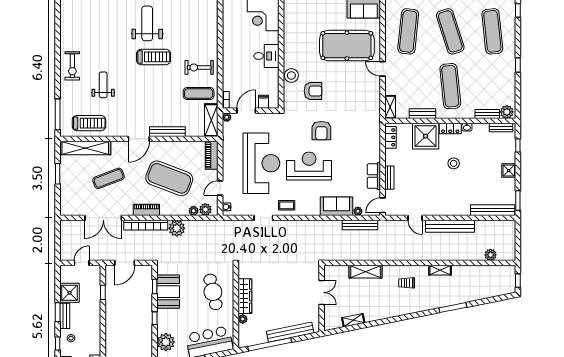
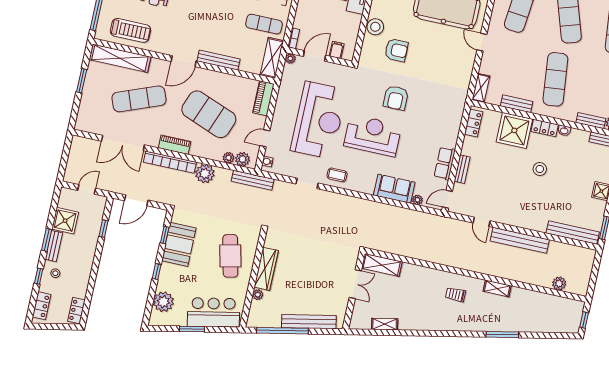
exercise mat: (109, 178) -> (139, 99), width x1.36, depth x1.45
bench: (360, 225) -> (253, 180), moved
shelving: (366, 272) -> (382, 265), moved

